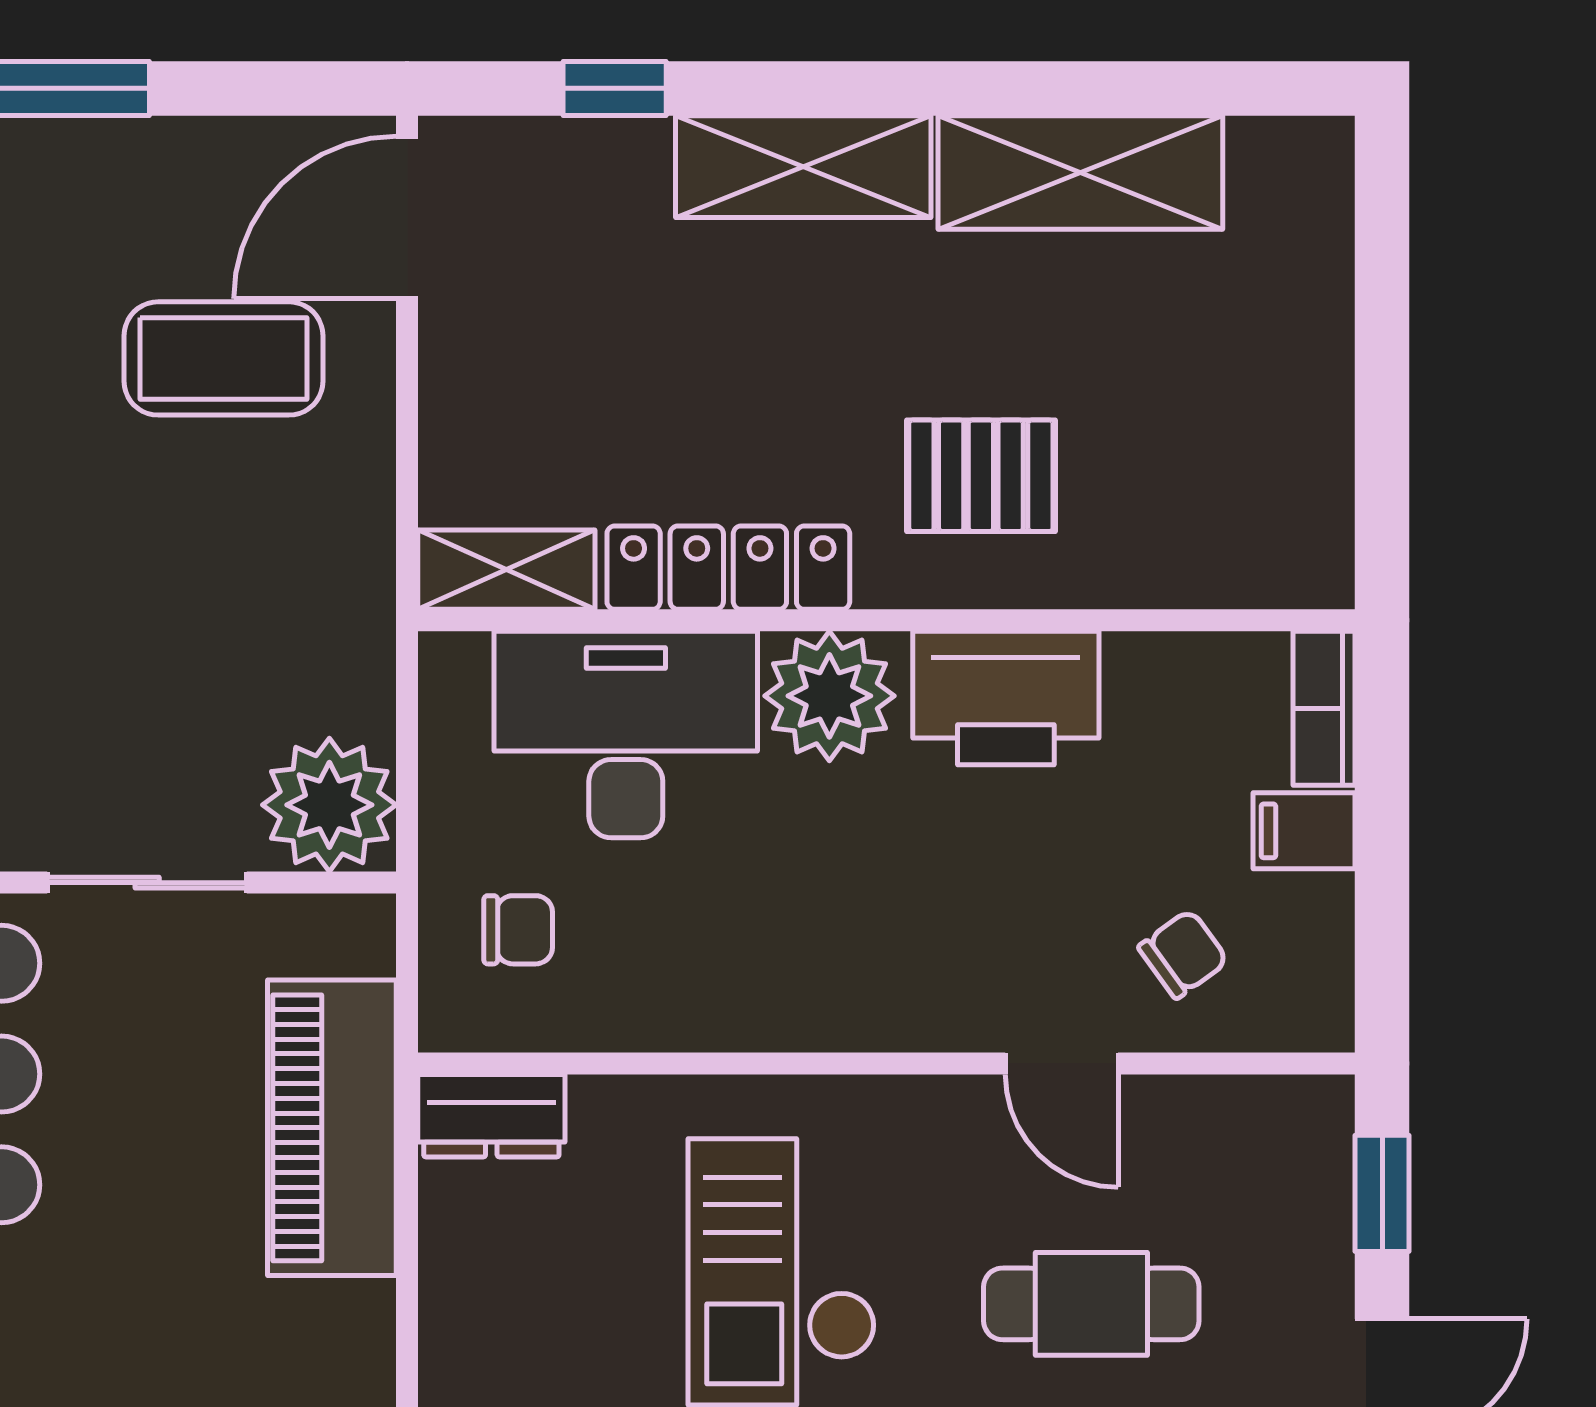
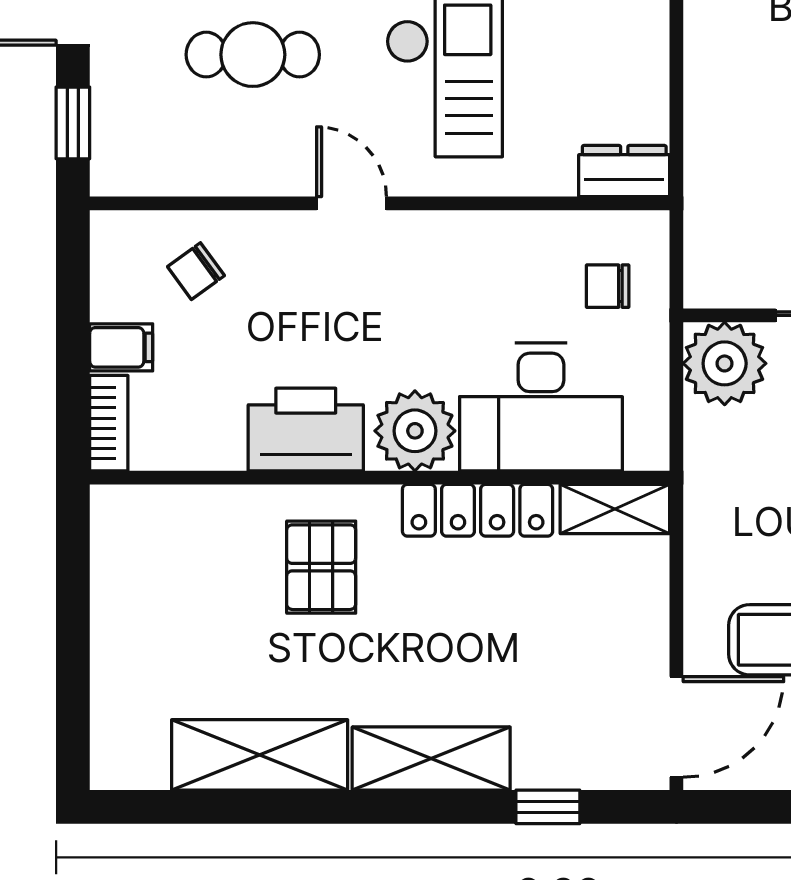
pallet: (981, 476) -> (321, 567), turned 90
door: (1062, 1063) -> (352, 203), moved
piano: (332, 1128) -> (723, 164), removed

